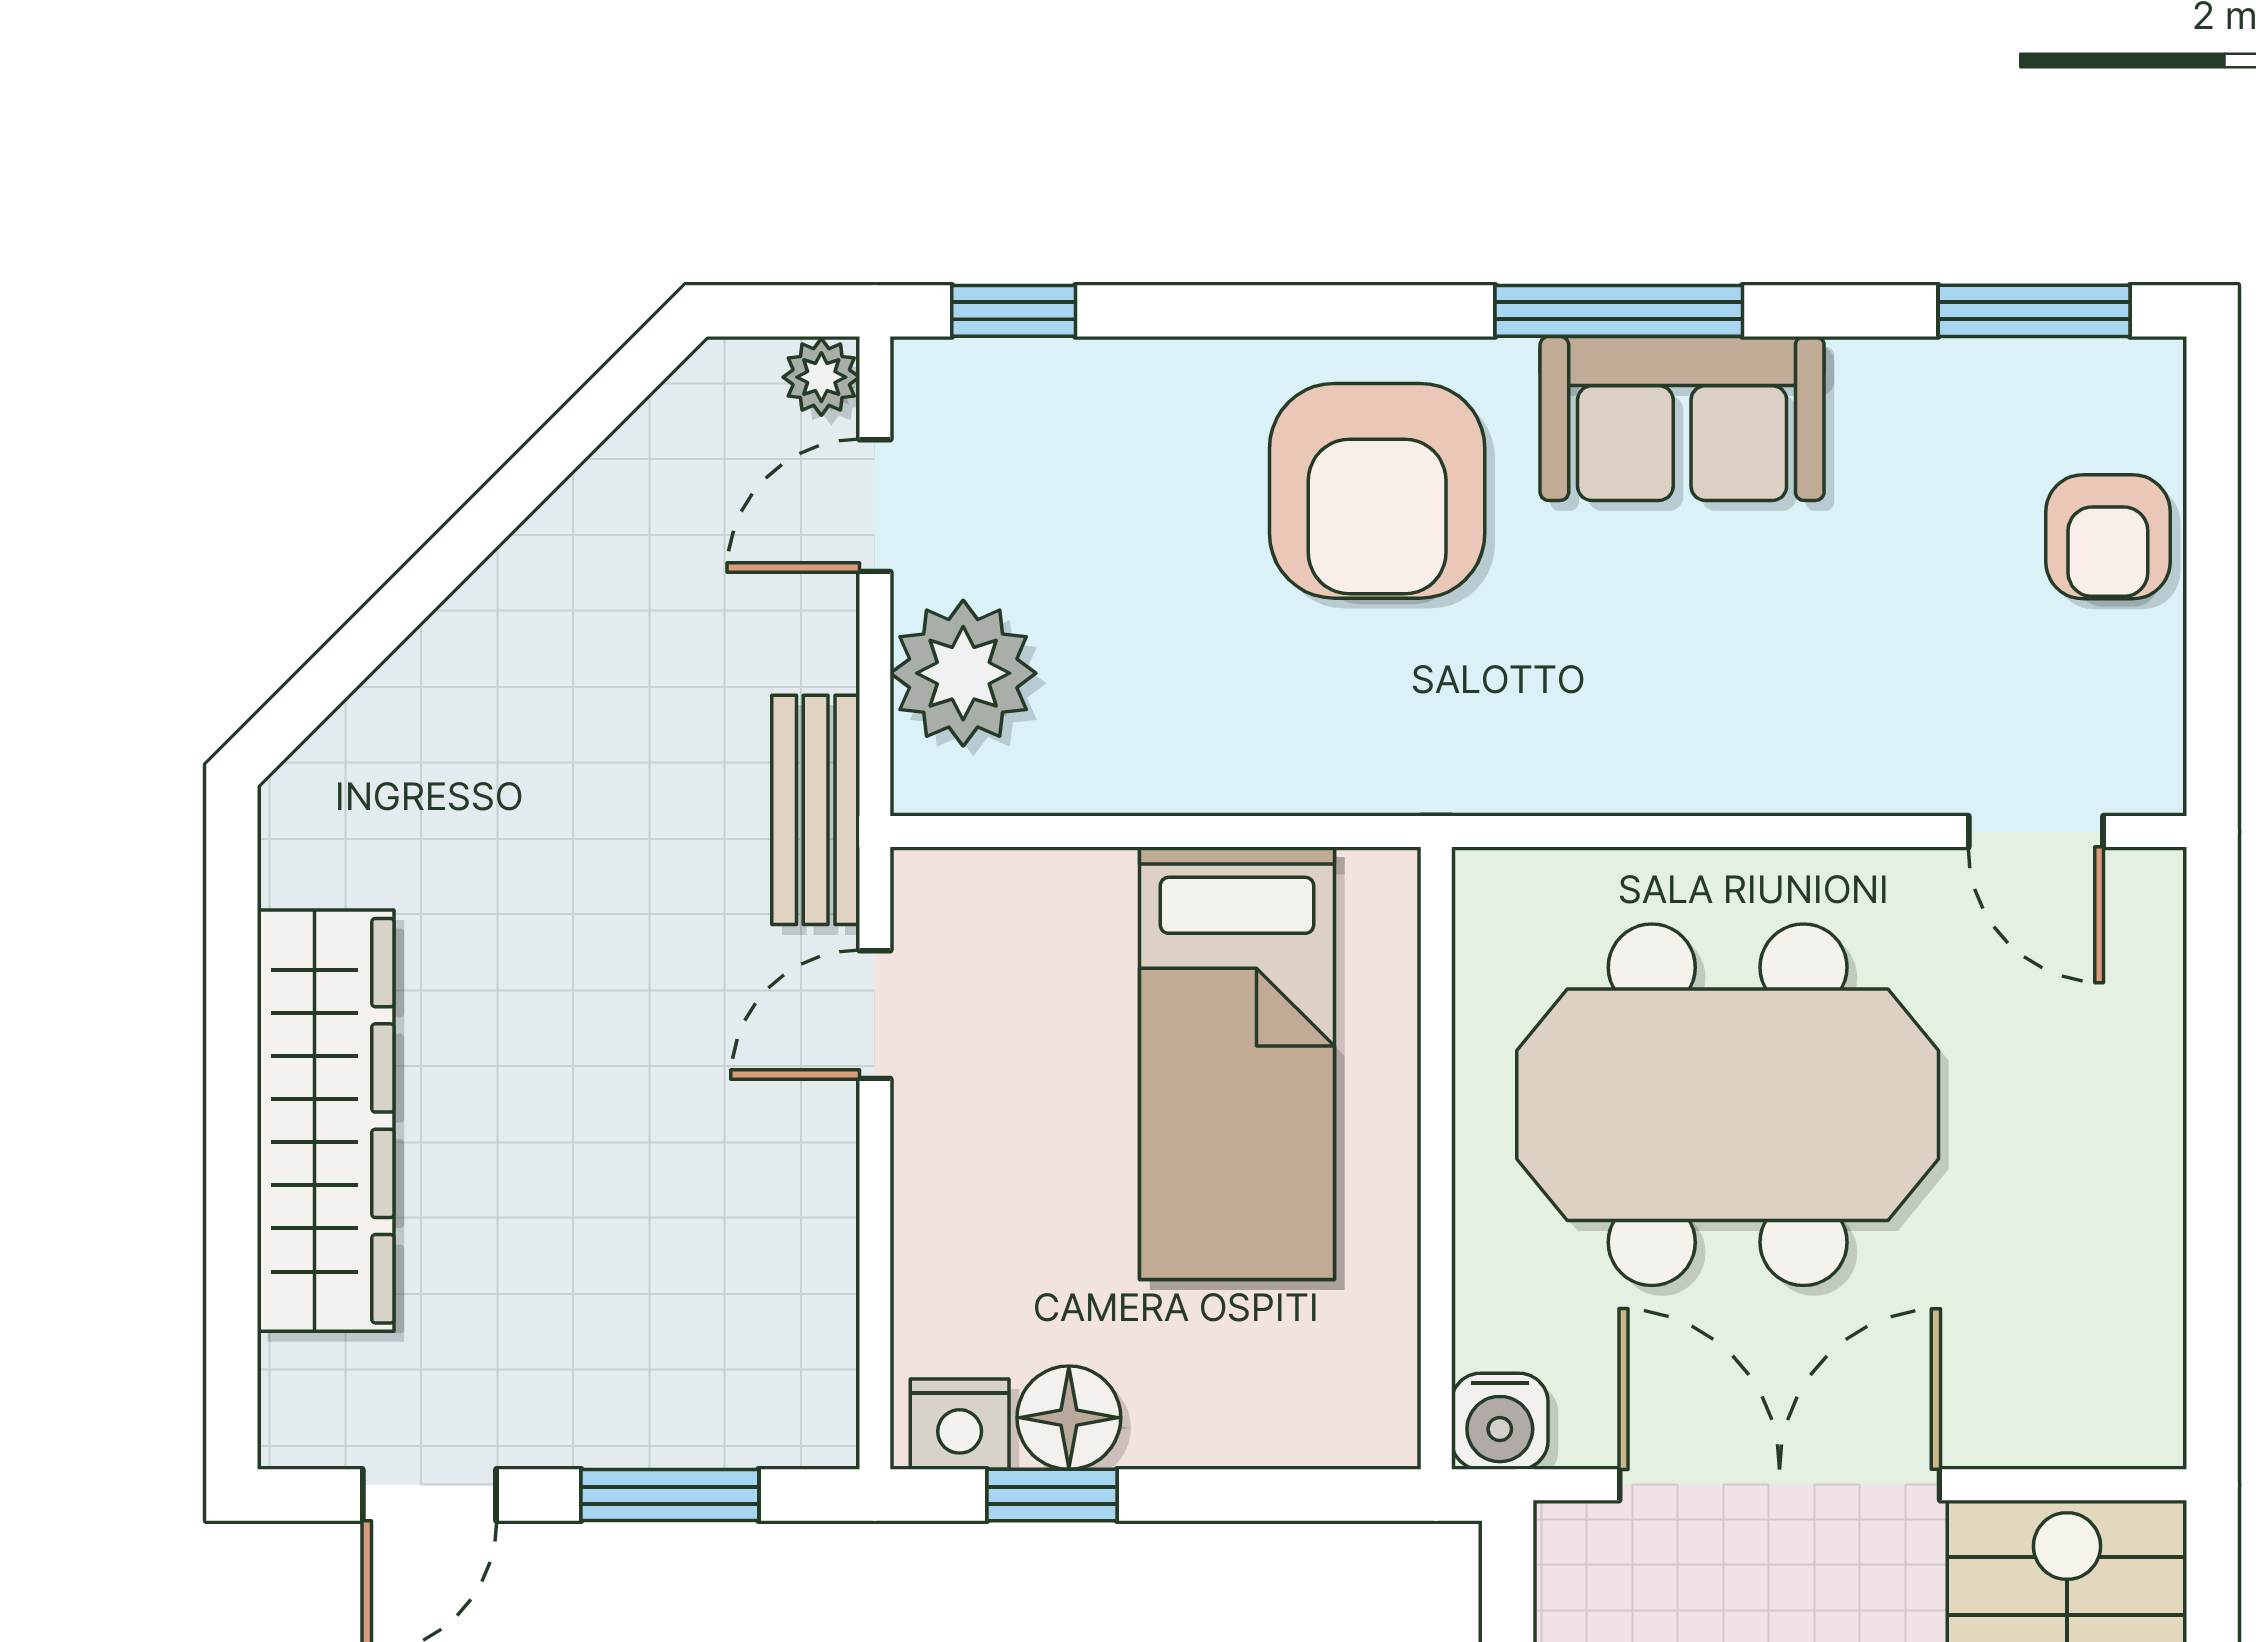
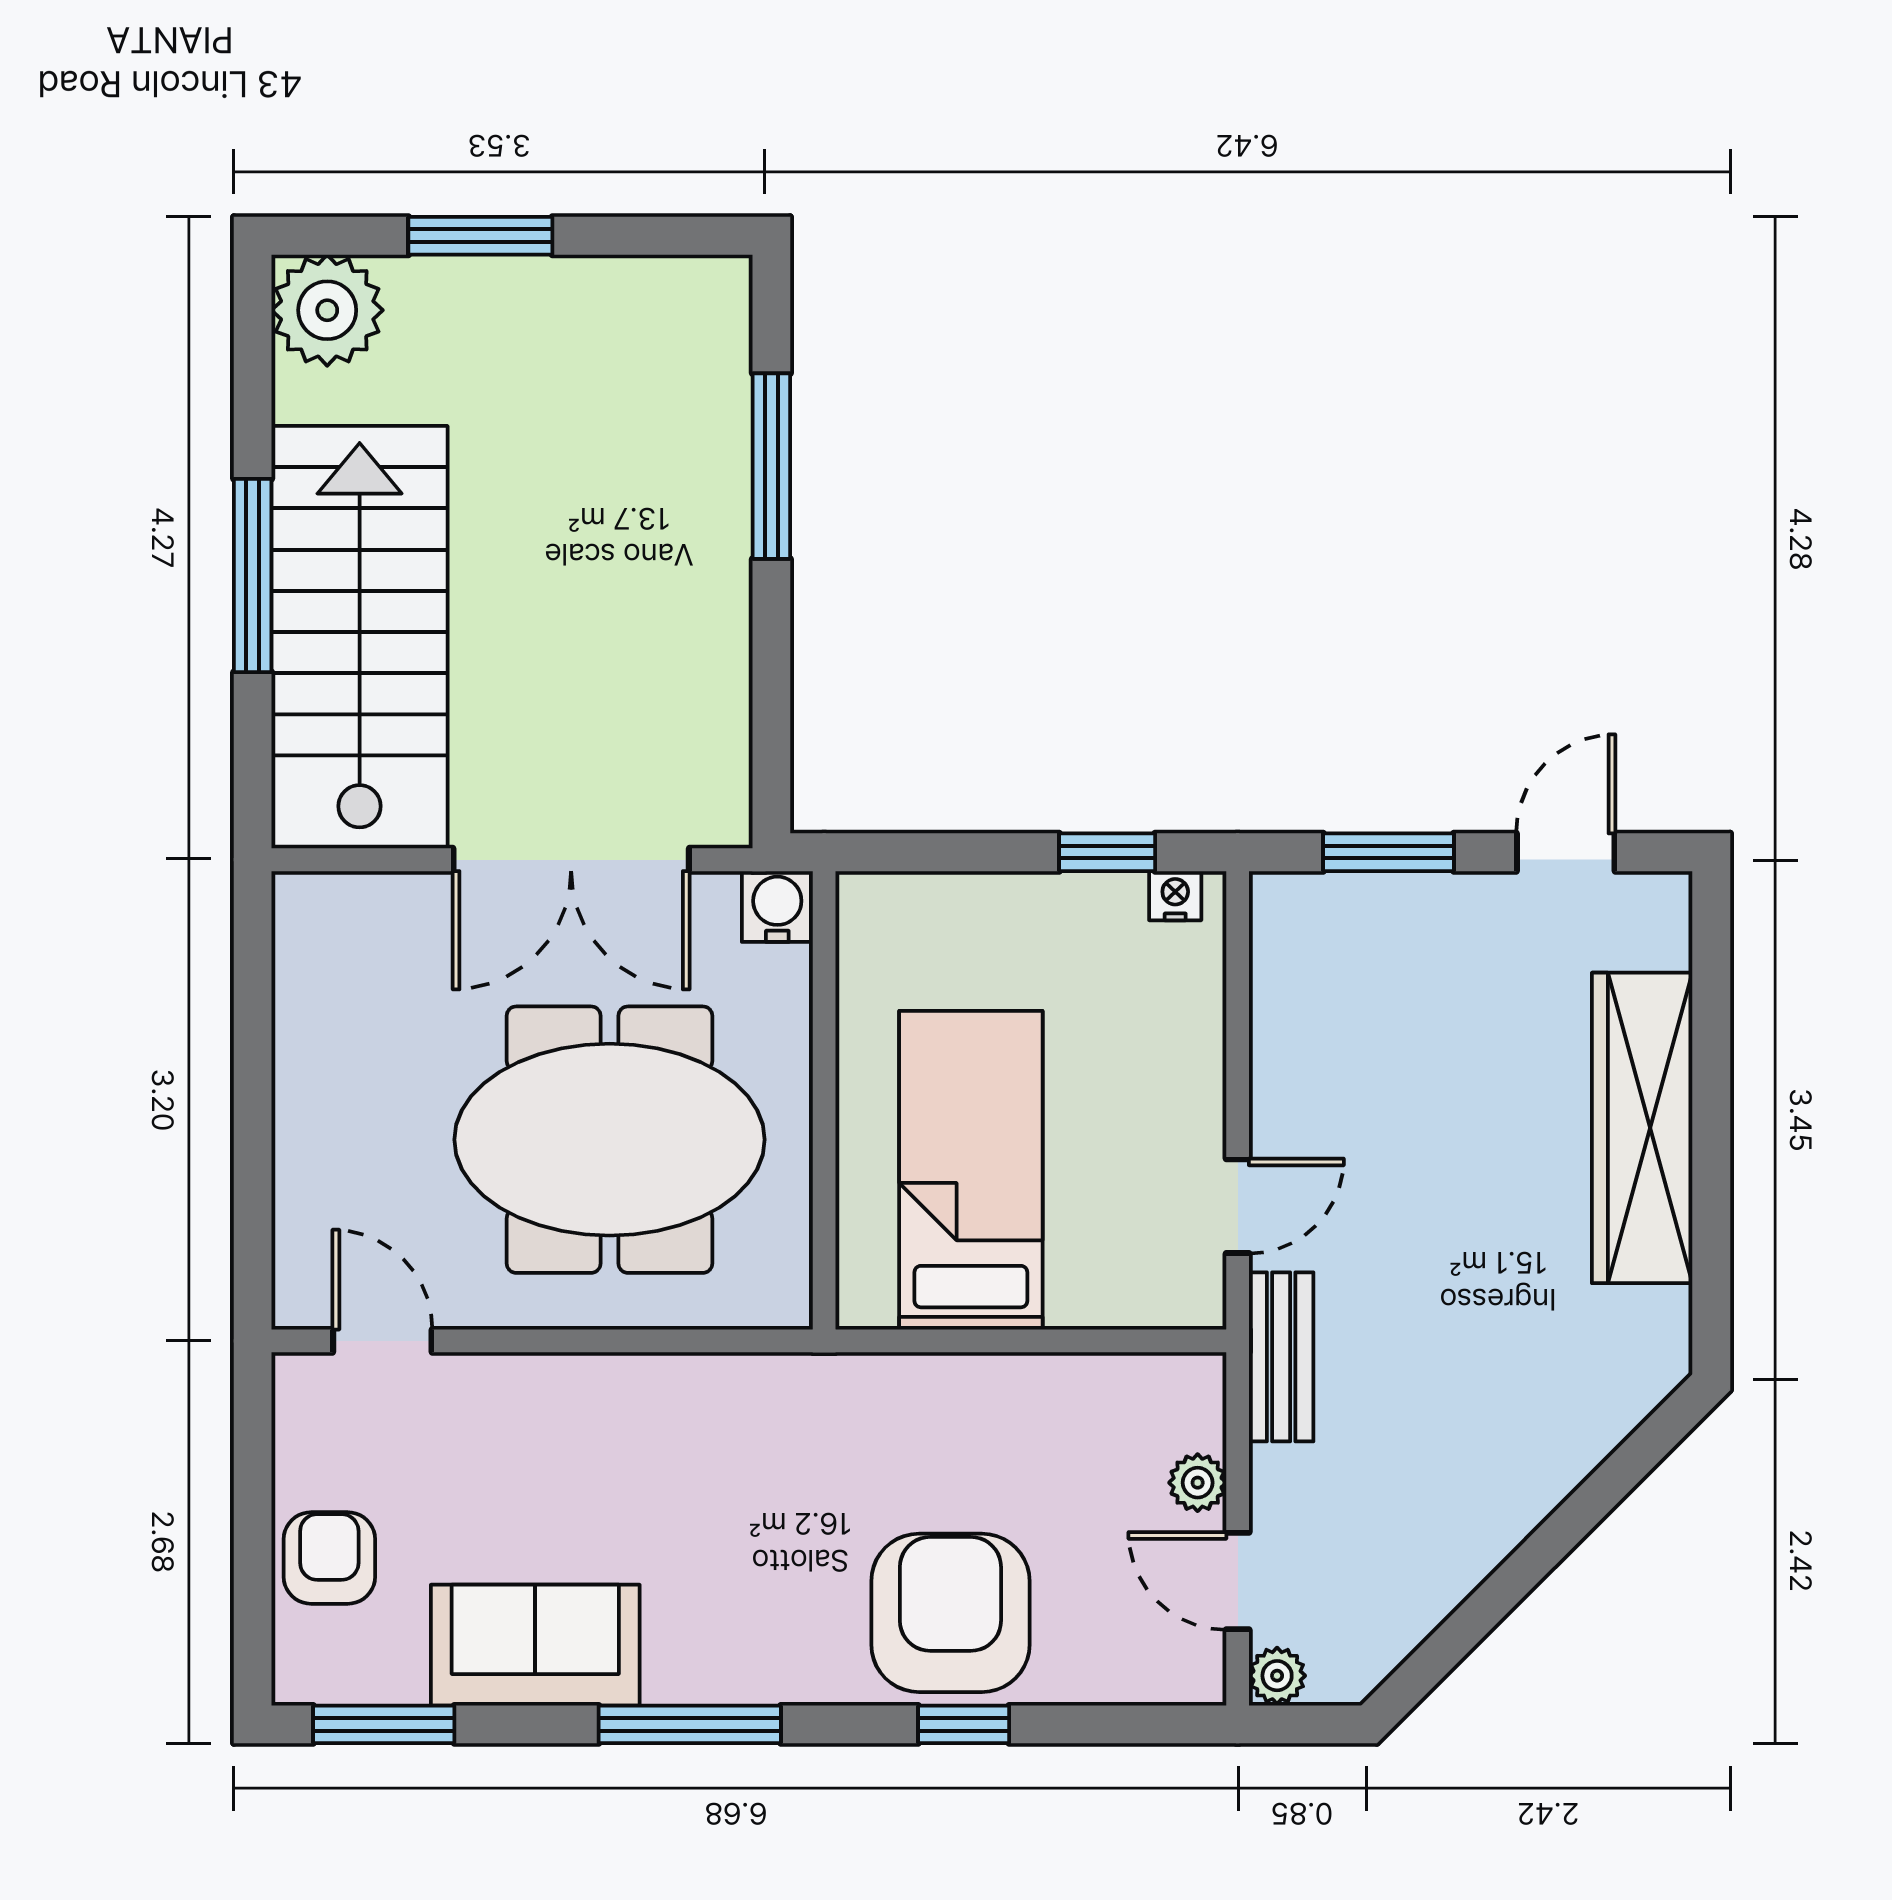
window: (1014, 311) -> (964, 1724), moved
sofa: (1682, 418) -> (535, 1645), moved
armchair: (1377, 491) -> (950, 1613), moved
door: (875, 506) -> (1238, 1581), swing flipped
plant: (963, 673) -> (1198, 1483), width x0.53, depth x0.53
floor lamp: (1069, 1418) -> (1095, 909), removed
nightstand: (960, 1424) -> (1175, 896), width x0.72, depth x0.74

